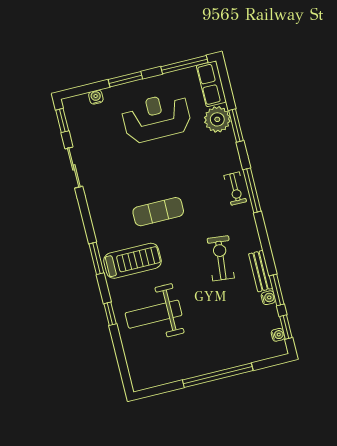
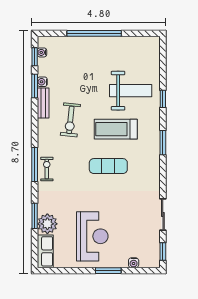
window: (184, 65) -> (62, 271), removed
reception desk: (156, 118) -> (92, 236), turned -90
treadmill: (133, 261) -> (116, 129), moved

